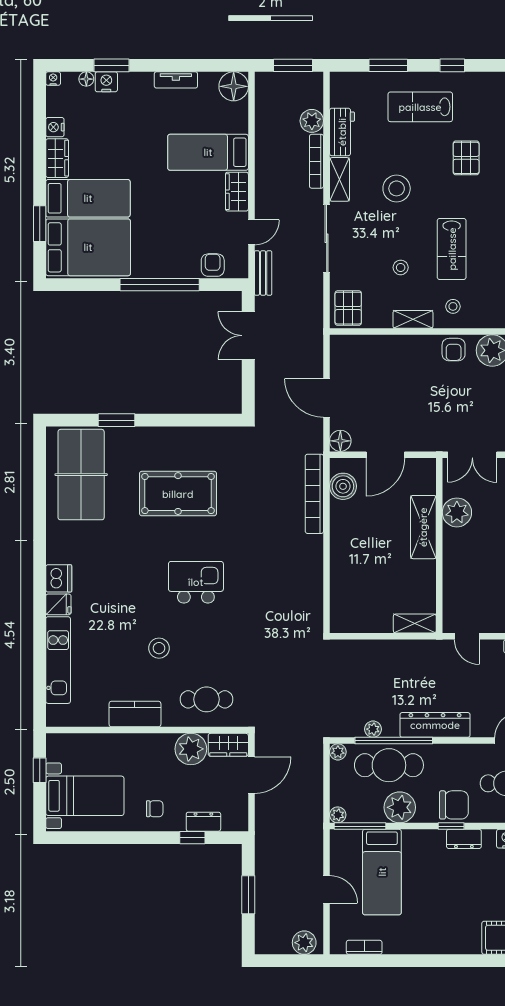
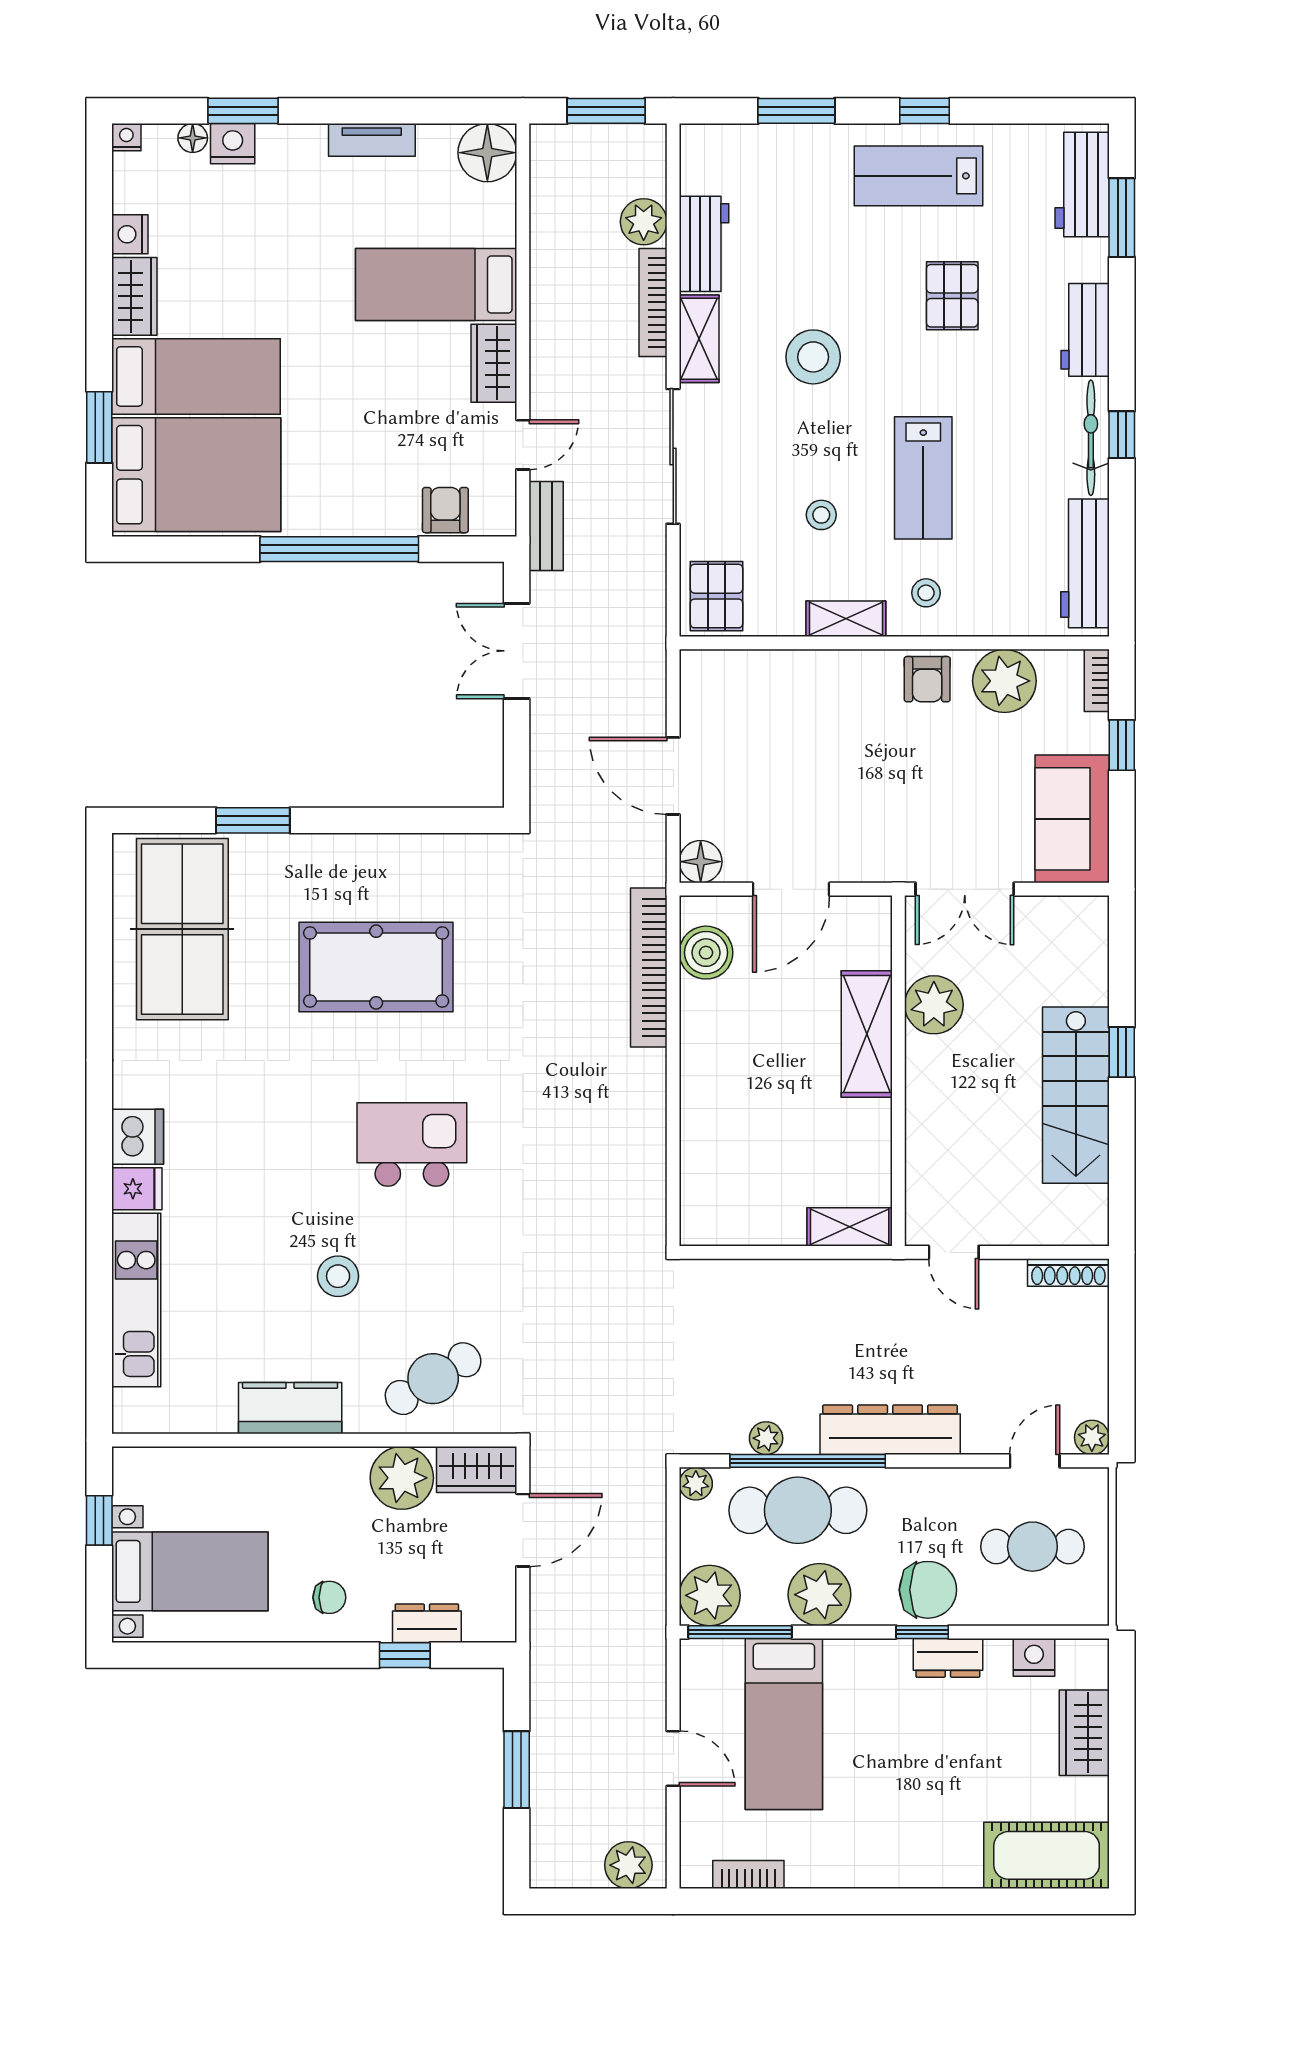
lab bench: (420, 107) -> (918, 176), moved
cafe table: (206, 699) -> (433, 1379), turned -31
plant: (338, 815) -> (710, 1595), width x1.88, depth x1.88

